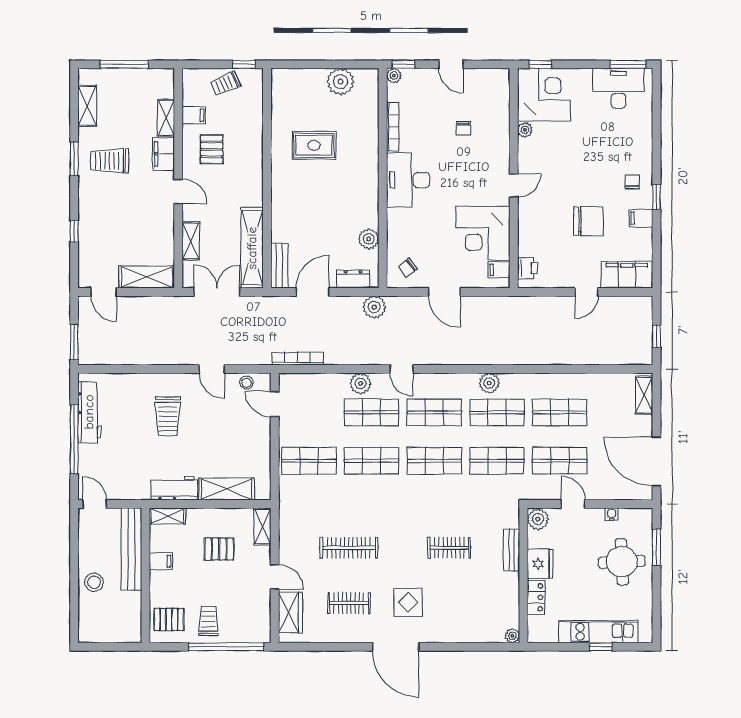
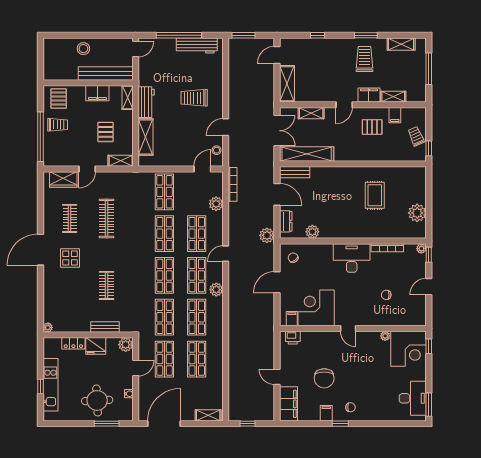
plant: (360, 383) -> (216, 204), moved
plant: (489, 383) -> (216, 290), moved
filing cabinet: (161, 561) -> (97, 93), width x2.00

